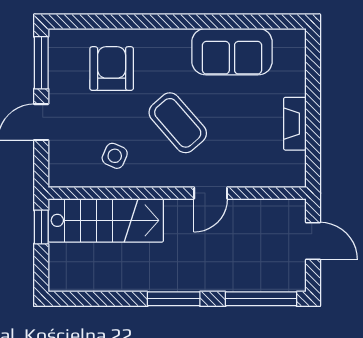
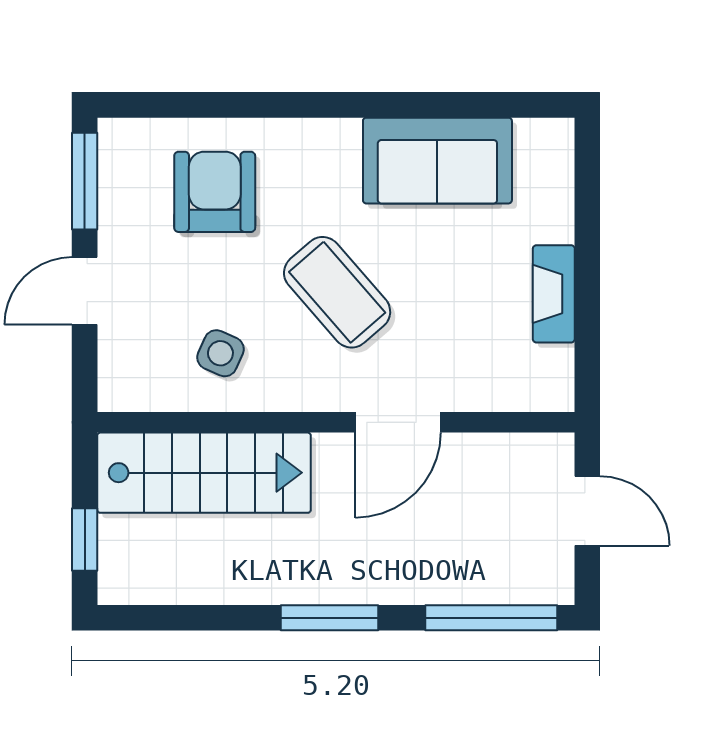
door: (211, 193) -> (398, 422), width x1.37
window: (41, 227) -> (85, 539), moved

